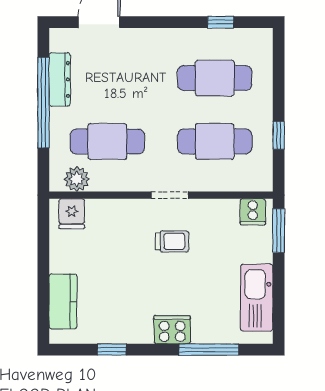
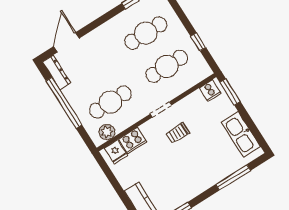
dresser: (60, 79) -> (57, 72), moved
trolley: (172, 241) -> (178, 133), turned 180
cooker: (172, 330) -> (133, 140), moved, turned 180

